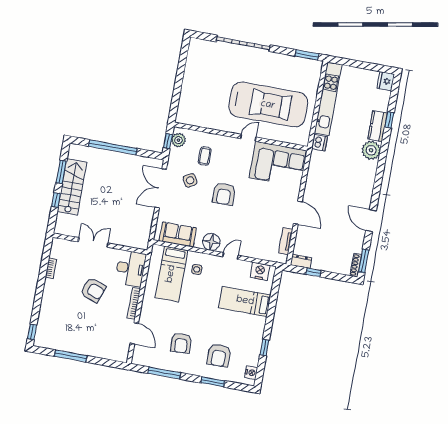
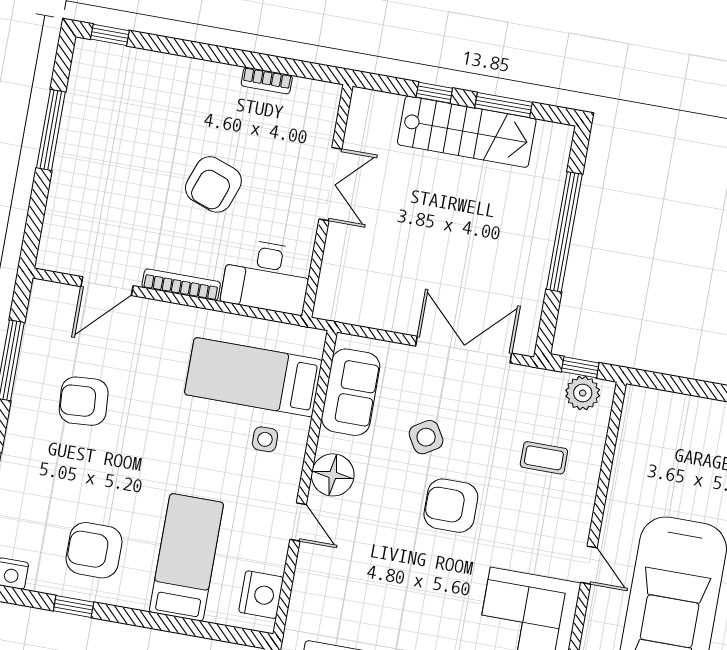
side table: (190, 180) -> (426, 437), moved
armchair: (219, 355) -> (94, 550), moved

